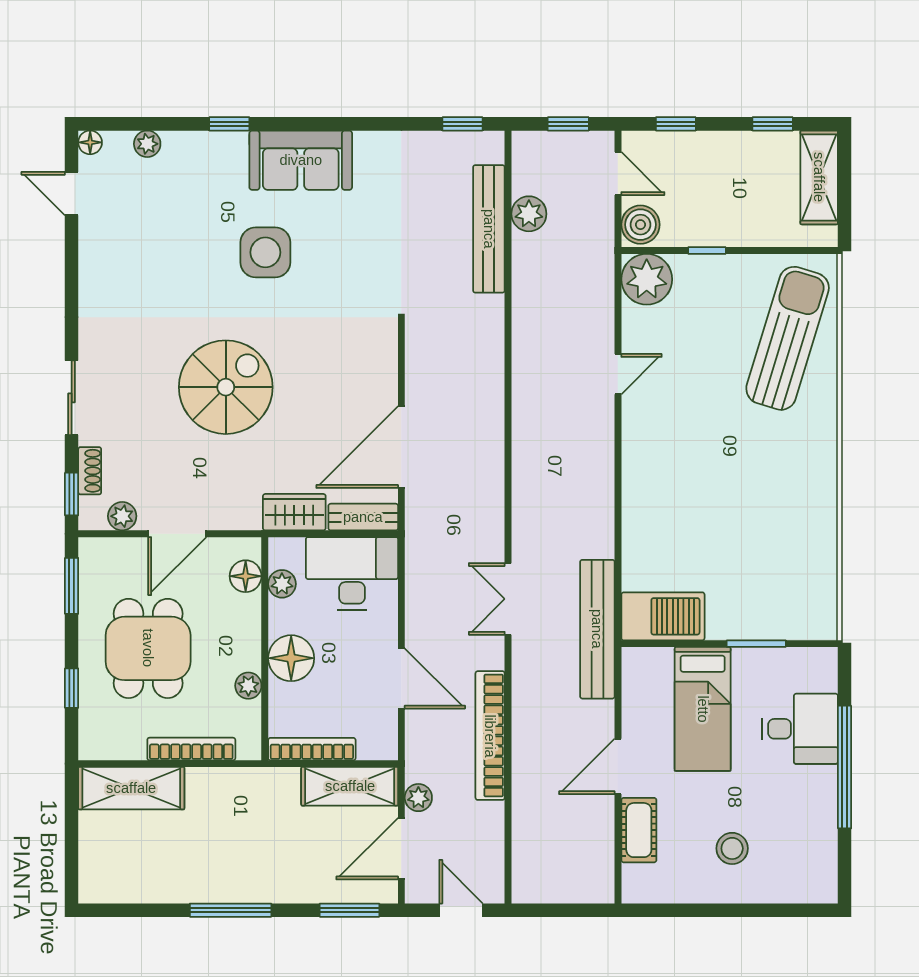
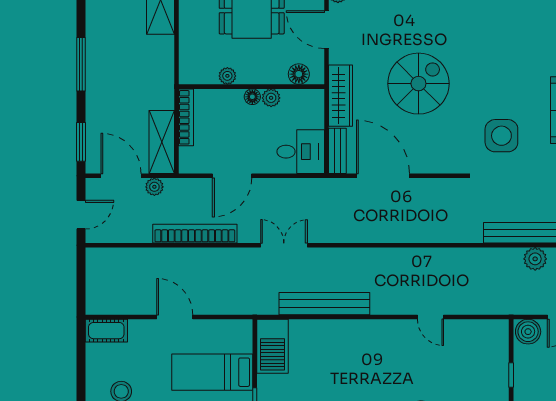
side table: (265, 252) -> (501, 136), moved
plant: (647, 279) -> (492, 336), removed
spiral stairs: (226, 387) -> (418, 84), moved, turned -90
wardrobe: (294, 512) -> (341, 96), width x1.50
desk: (352, 573) -> (301, 152), width x0.73
plant: (282, 584) -> (271, 98), moved
bench: (597, 629) -> (324, 304), moved
floor lamp: (291, 658) -> (252, 97), width x0.53, depth x0.53
bookcase: (191, 749) -> (186, 39), removed
cot: (639, 830) -> (106, 331), moved

